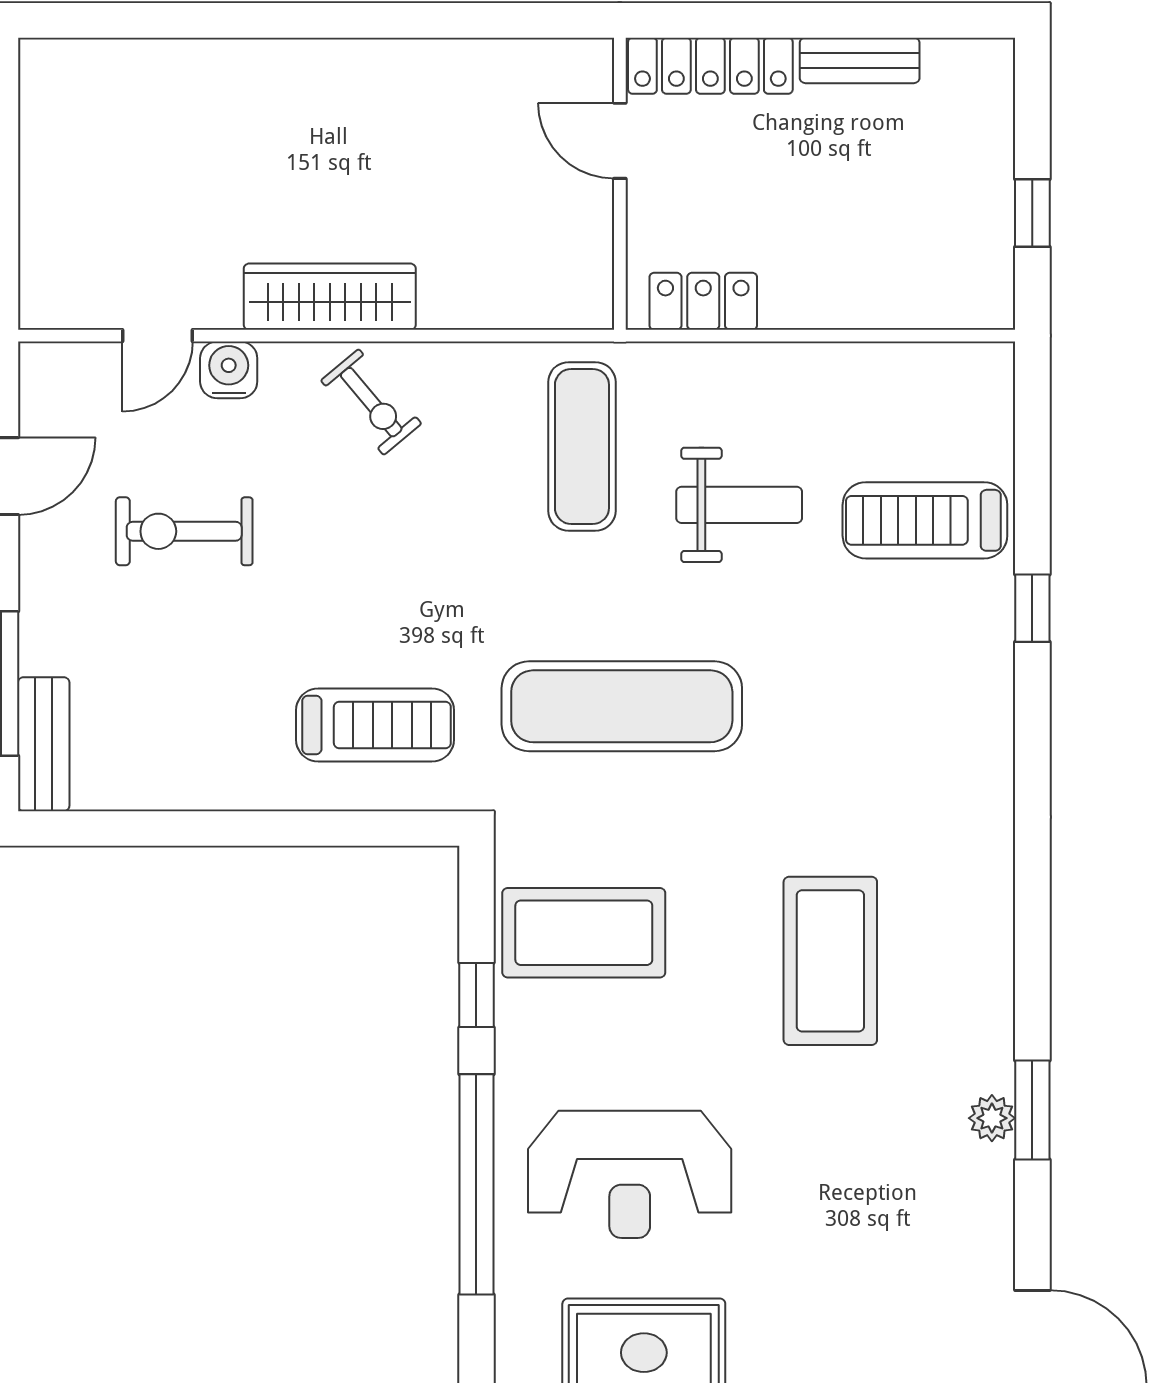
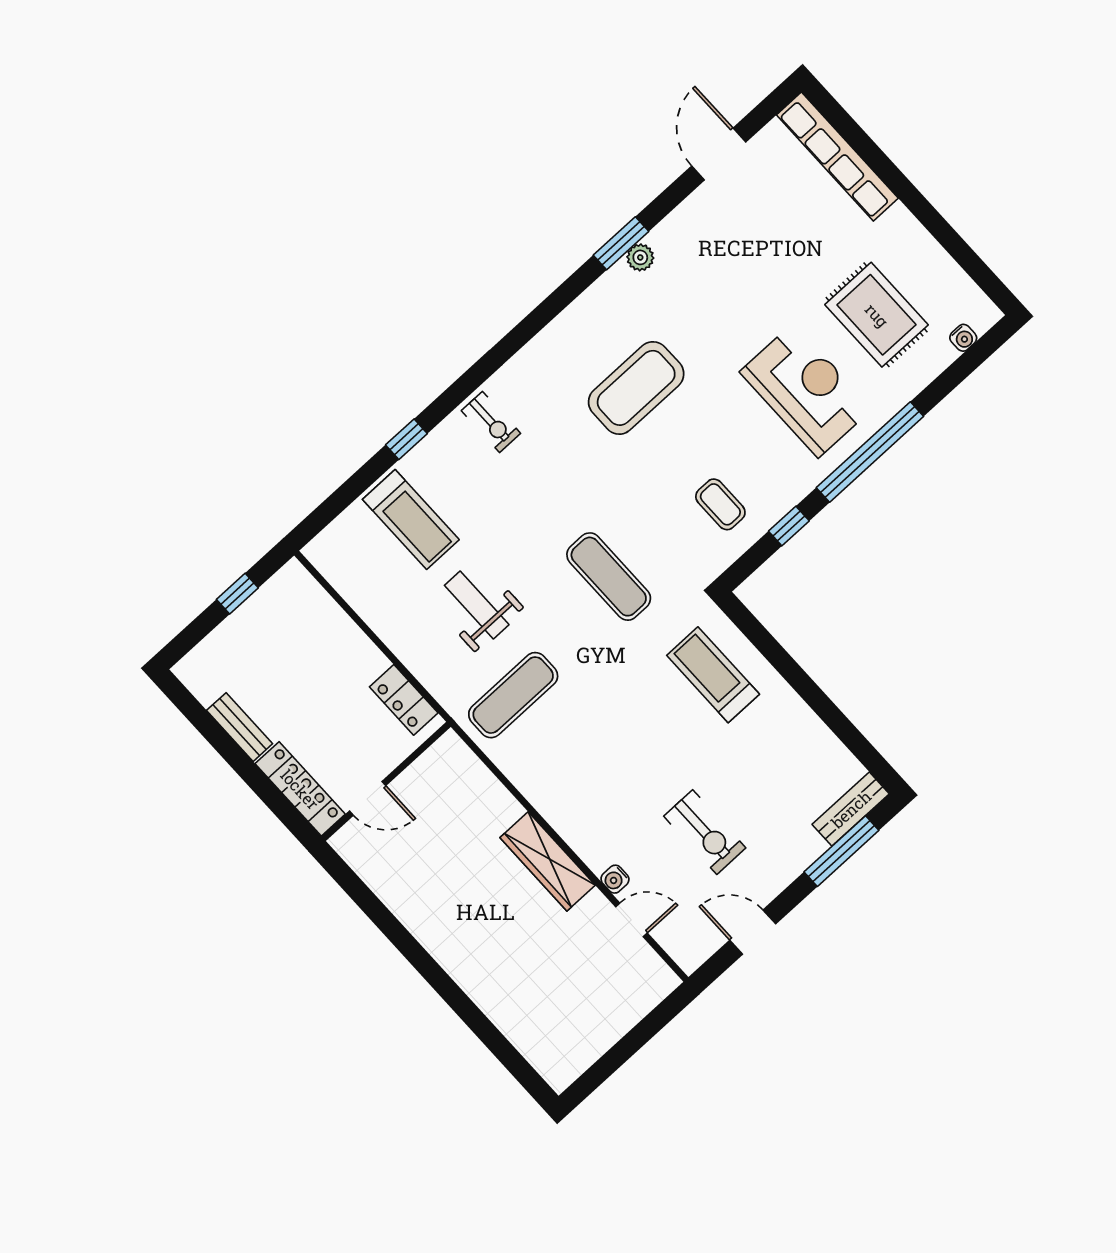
door: (620, 141) -> (368, 798), hinge flipped
water cooler: (229, 370) -> (615, 879), width x0.72, depth x0.72
exercise bike: (371, 402) -> (491, 422), moved, turned 130
exercise mat: (622, 706) -> (609, 577), width x0.73, depth x0.69
coffee table: (584, 933) -> (720, 504), width x0.54, depth x0.58

